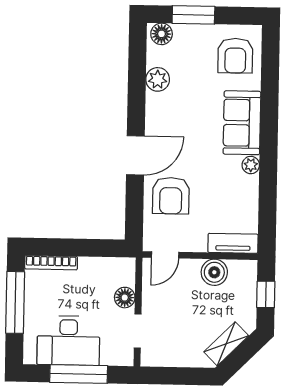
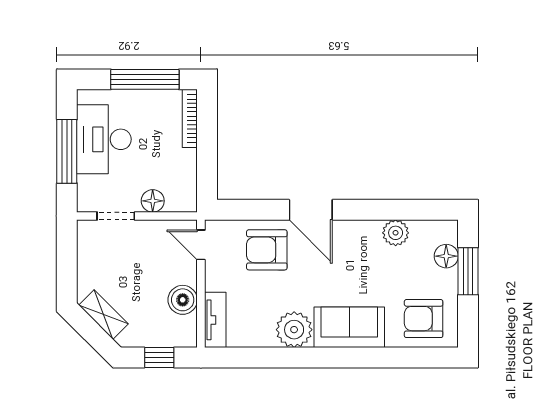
floor lamp: (162, 34) -> (446, 256), moved
plant: (251, 165) -> (294, 330), width x1.88, depth x1.88

